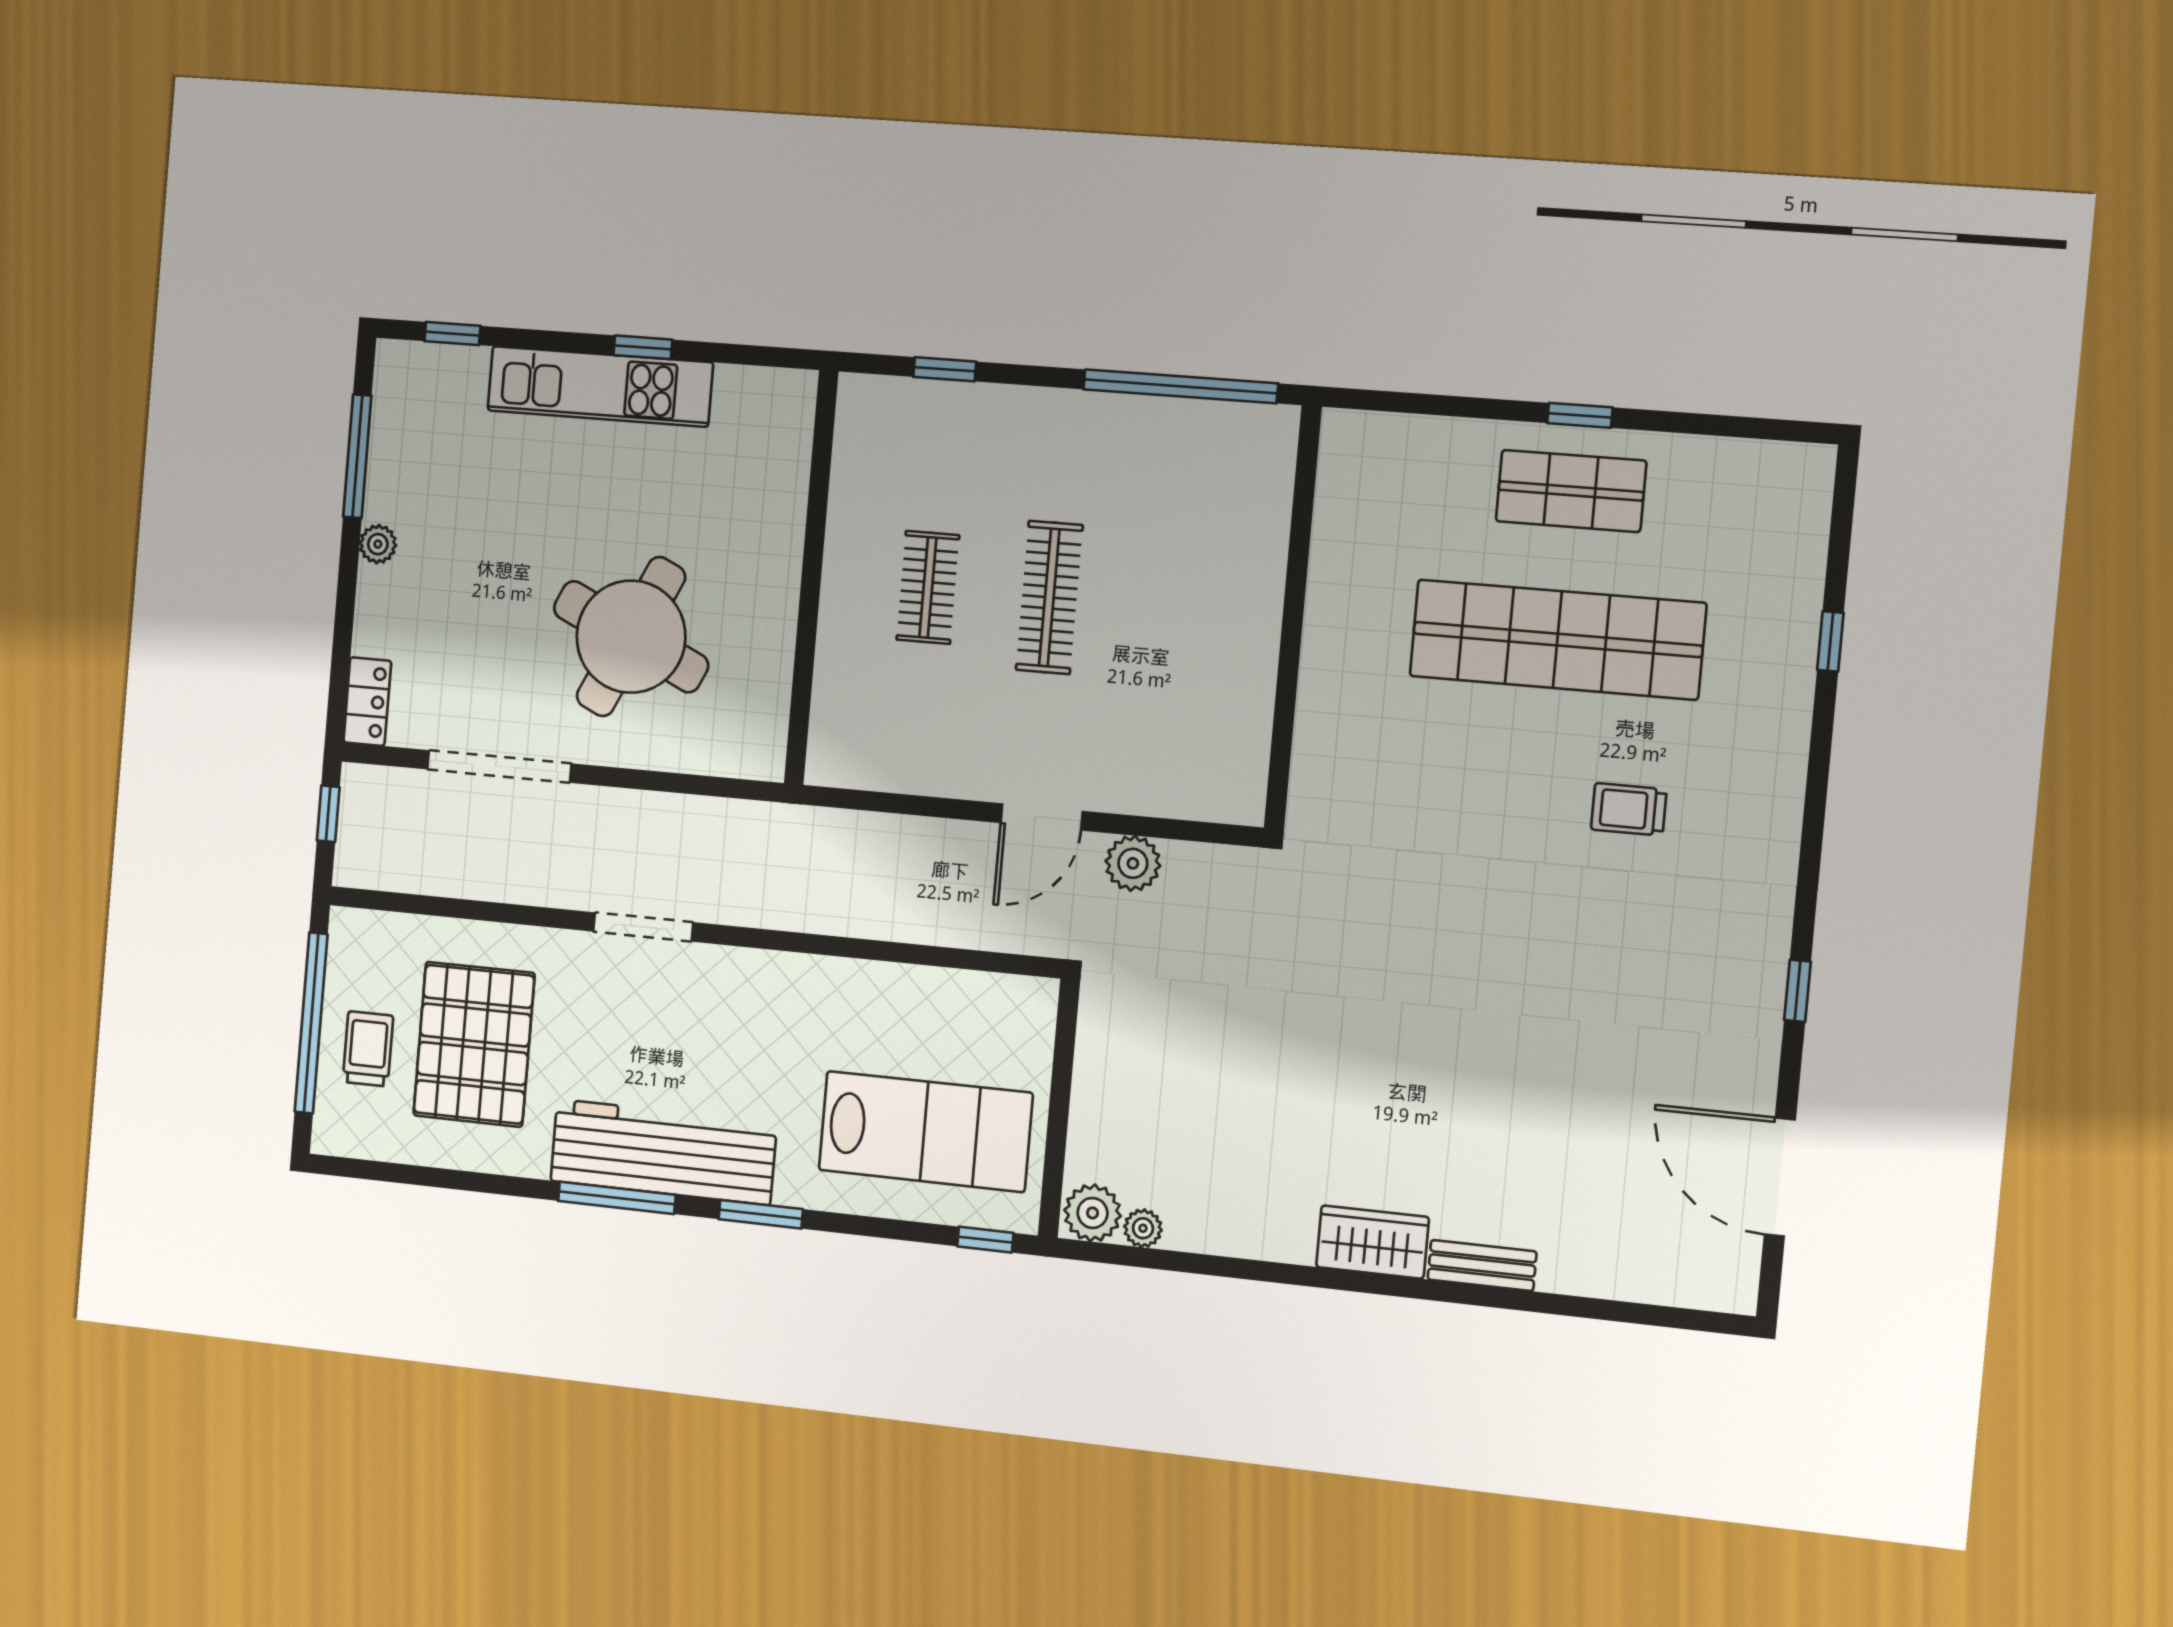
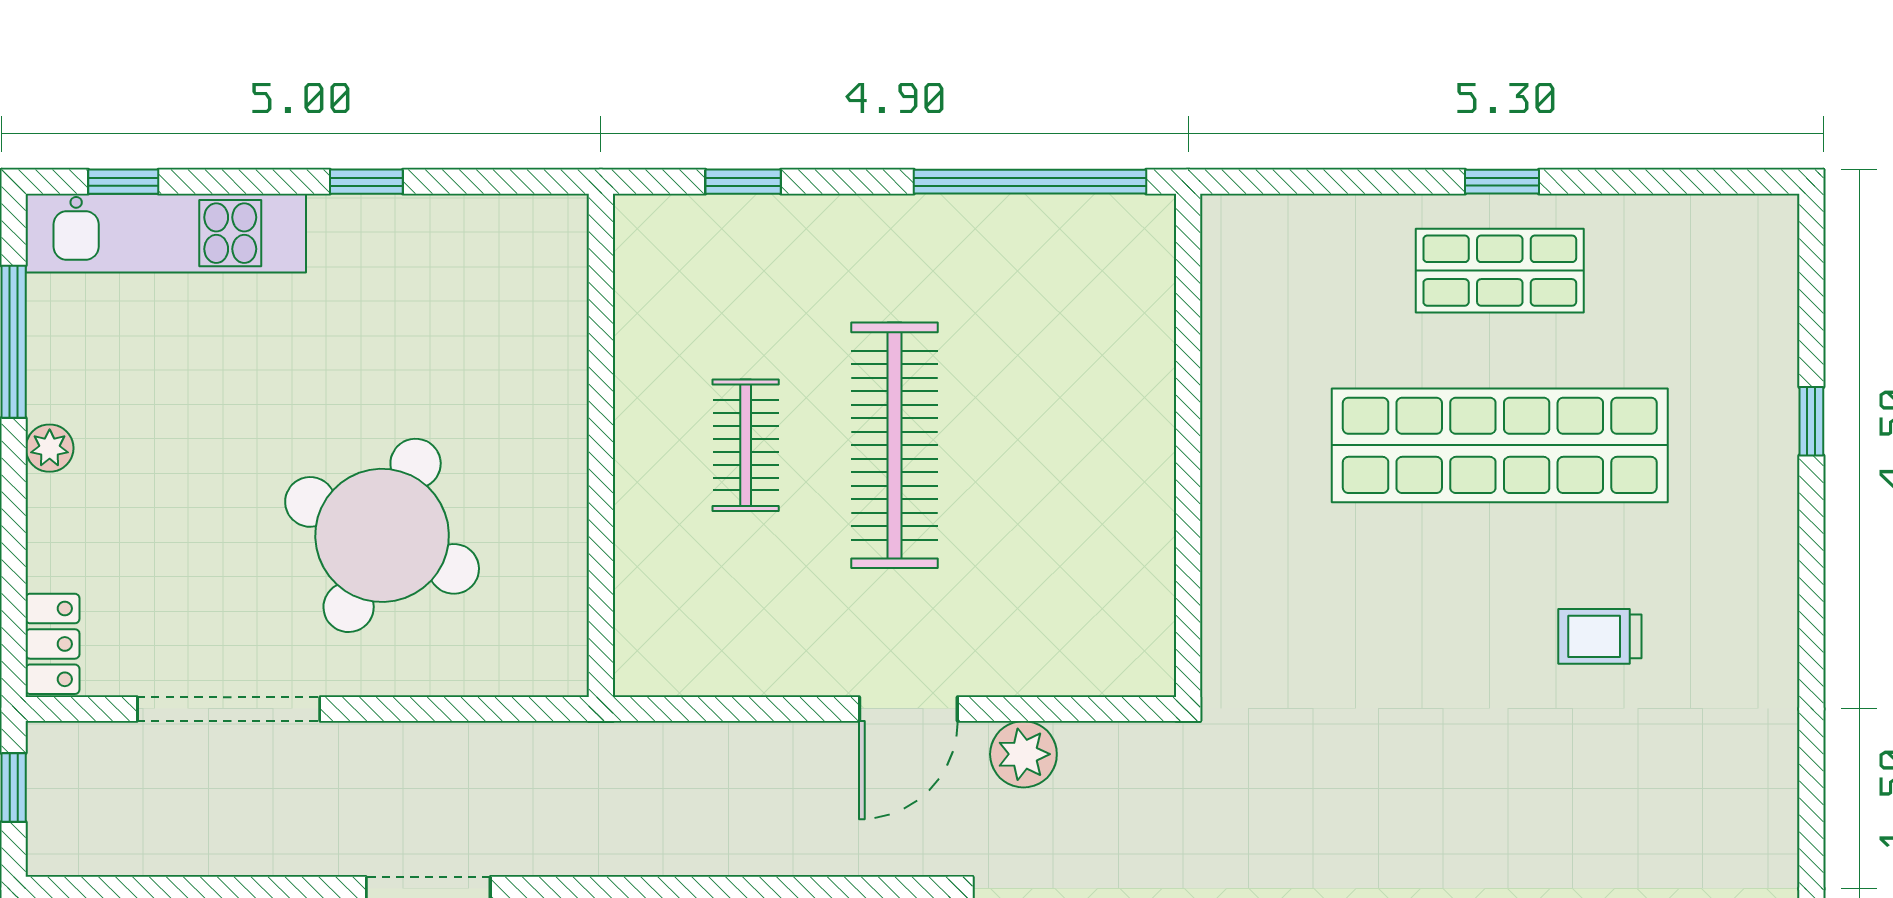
kitchen unit: (600, 386) -> (166, 233), moved
clothes rail: (1049, 597) -> (895, 445), width x1.37, depth x1.31
window: (1797, 991) -> (1811, 829), removed

